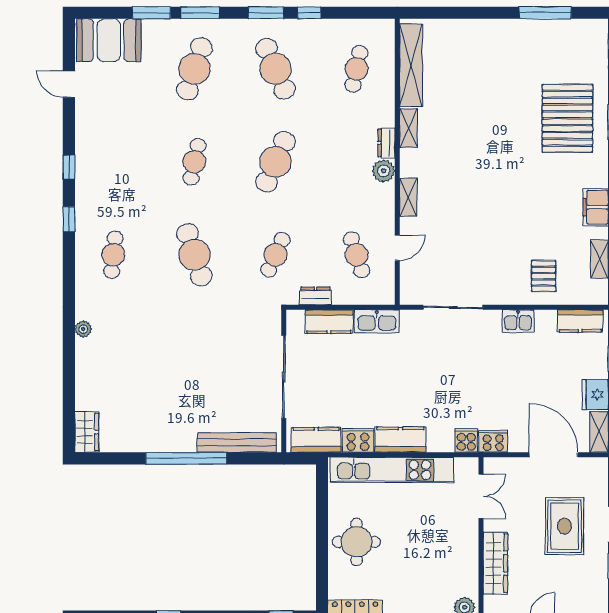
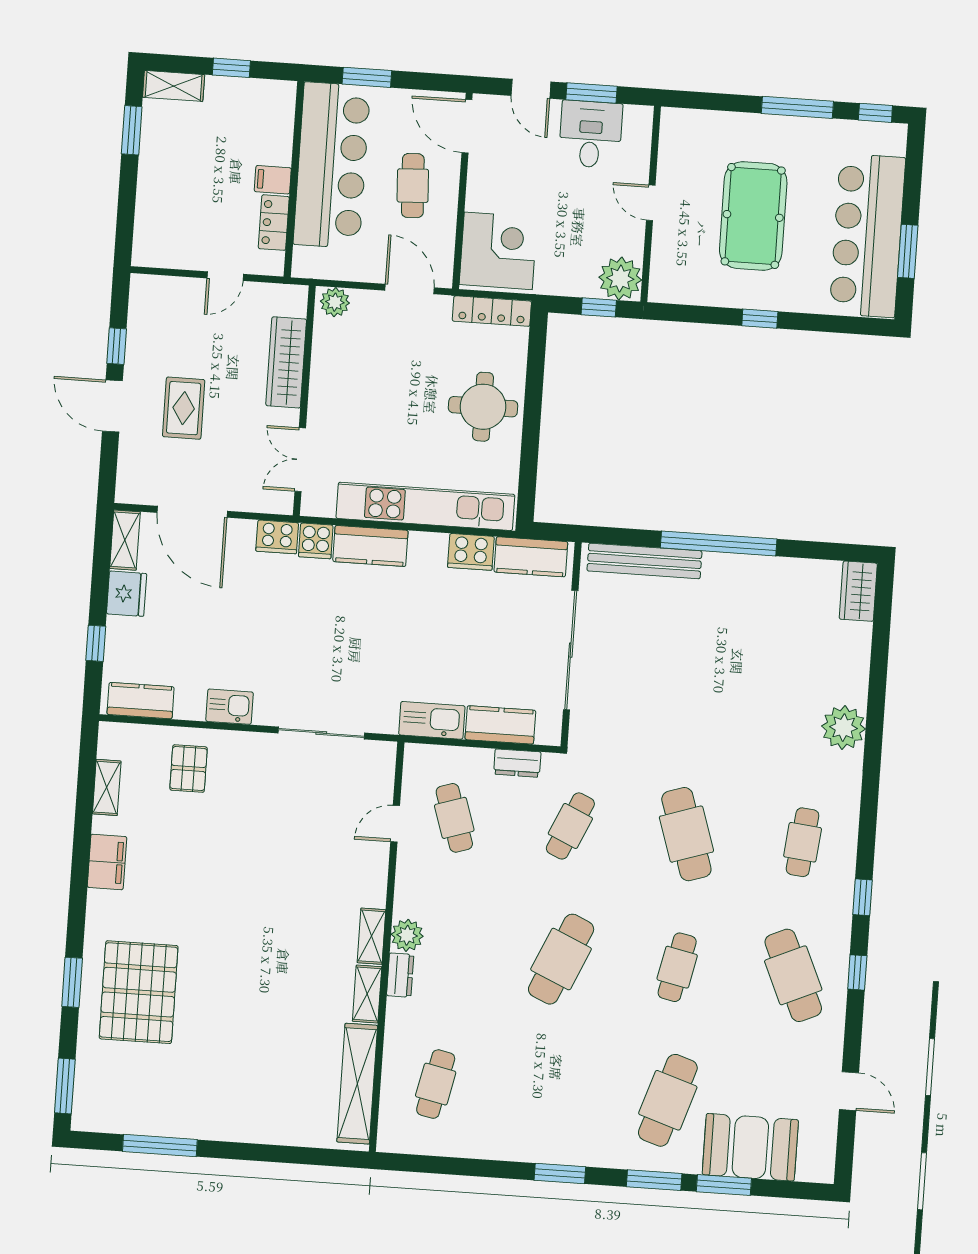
window: (309, 13) -> (498, 1169), removed
booth: (109, 40) -> (750, 1147), moved
cafe table: (275, 69) -> (793, 975), moved
shelving: (408, 197) -> (371, 936), moved
plant: (83, 329) -> (844, 728), width x1.88, depth x1.88
kitchen counter: (400, 440) -> (370, 546), moved
rug: (565, 526) -> (184, 408), width x0.73, depth x0.70

